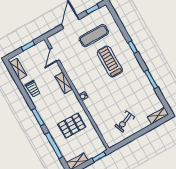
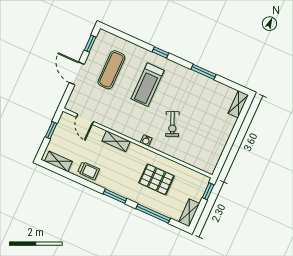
treadmill: (110, 62) -> (148, 85), turned -90
exercise bike: (125, 121) -> (172, 124), moved
pallet: (72, 126) -> (157, 179), turned 90

